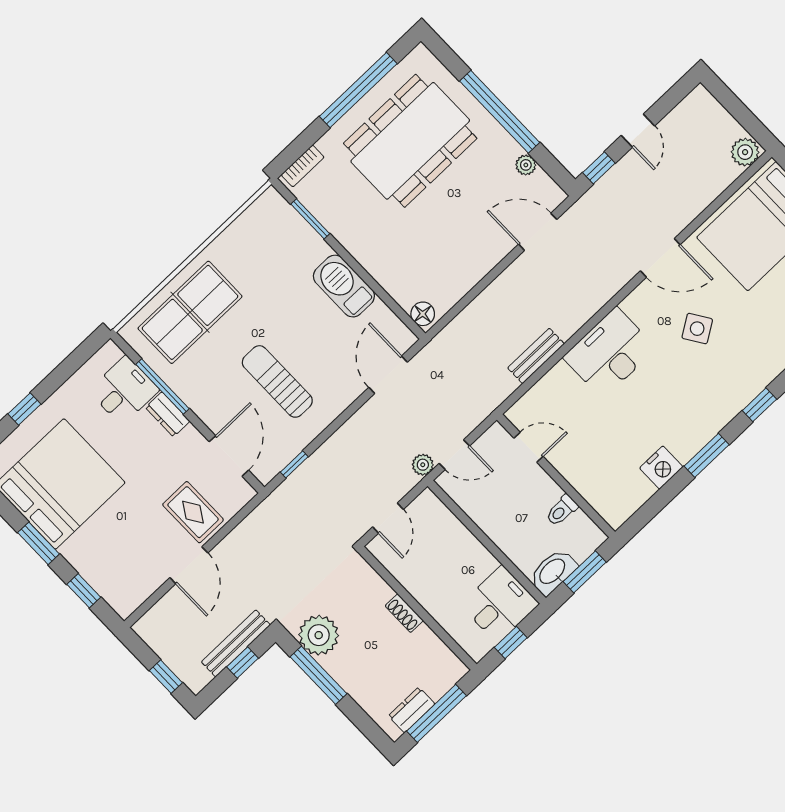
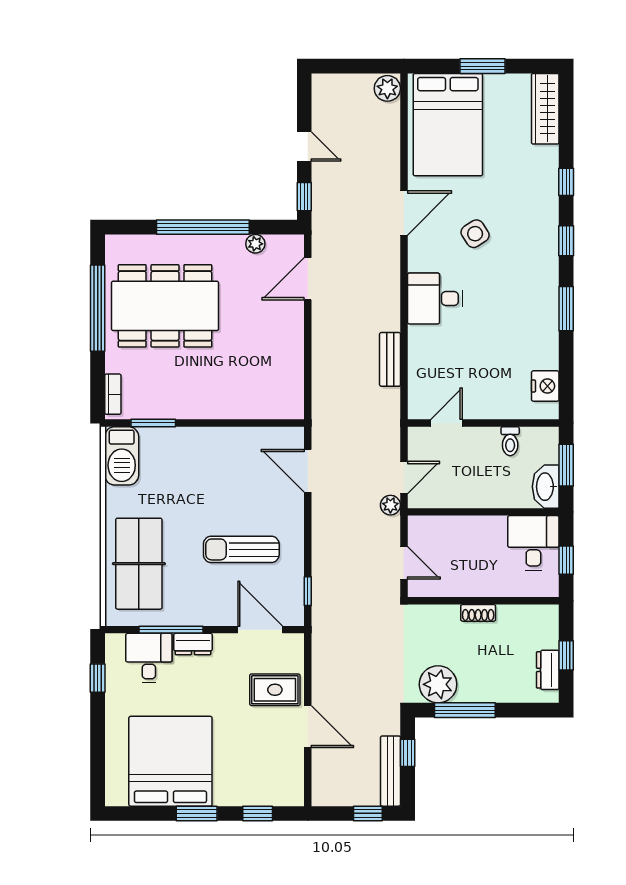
dining table: (410, 141) -> (165, 306), turned 90
barbecue: (344, 286) -> (122, 456), moved, turned -90
floor lamp: (423, 314) -> (289, 408), removed
desk: (610, 353) -> (435, 298), width x0.73
window: (24, 409) -> (98, 678), moved
nightstand: (661, 468) -> (545, 386), moved
bench: (236, 643) -> (390, 771), moved
window: (436, 713) -> (566, 655), width x0.46

